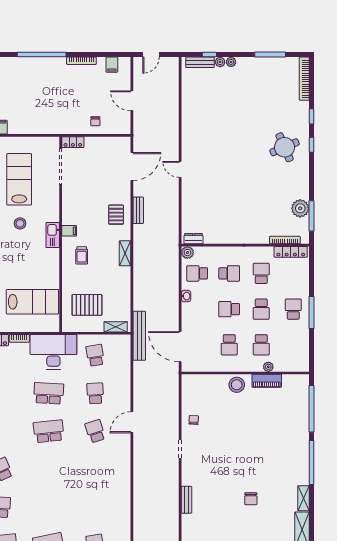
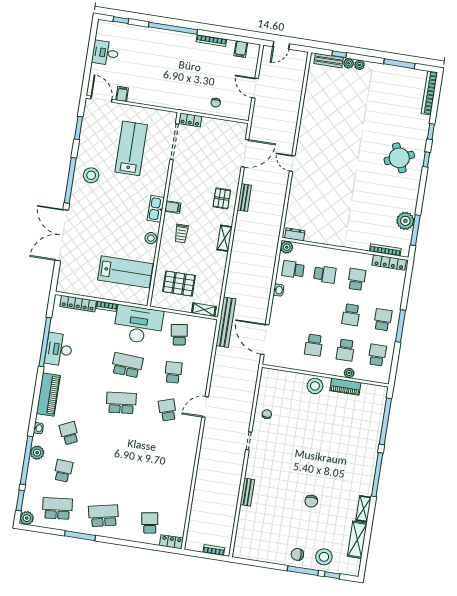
stool: (20, 223) -> (151, 238), moved
school desk: (229, 309) -> (377, 355), moved, turned 90

